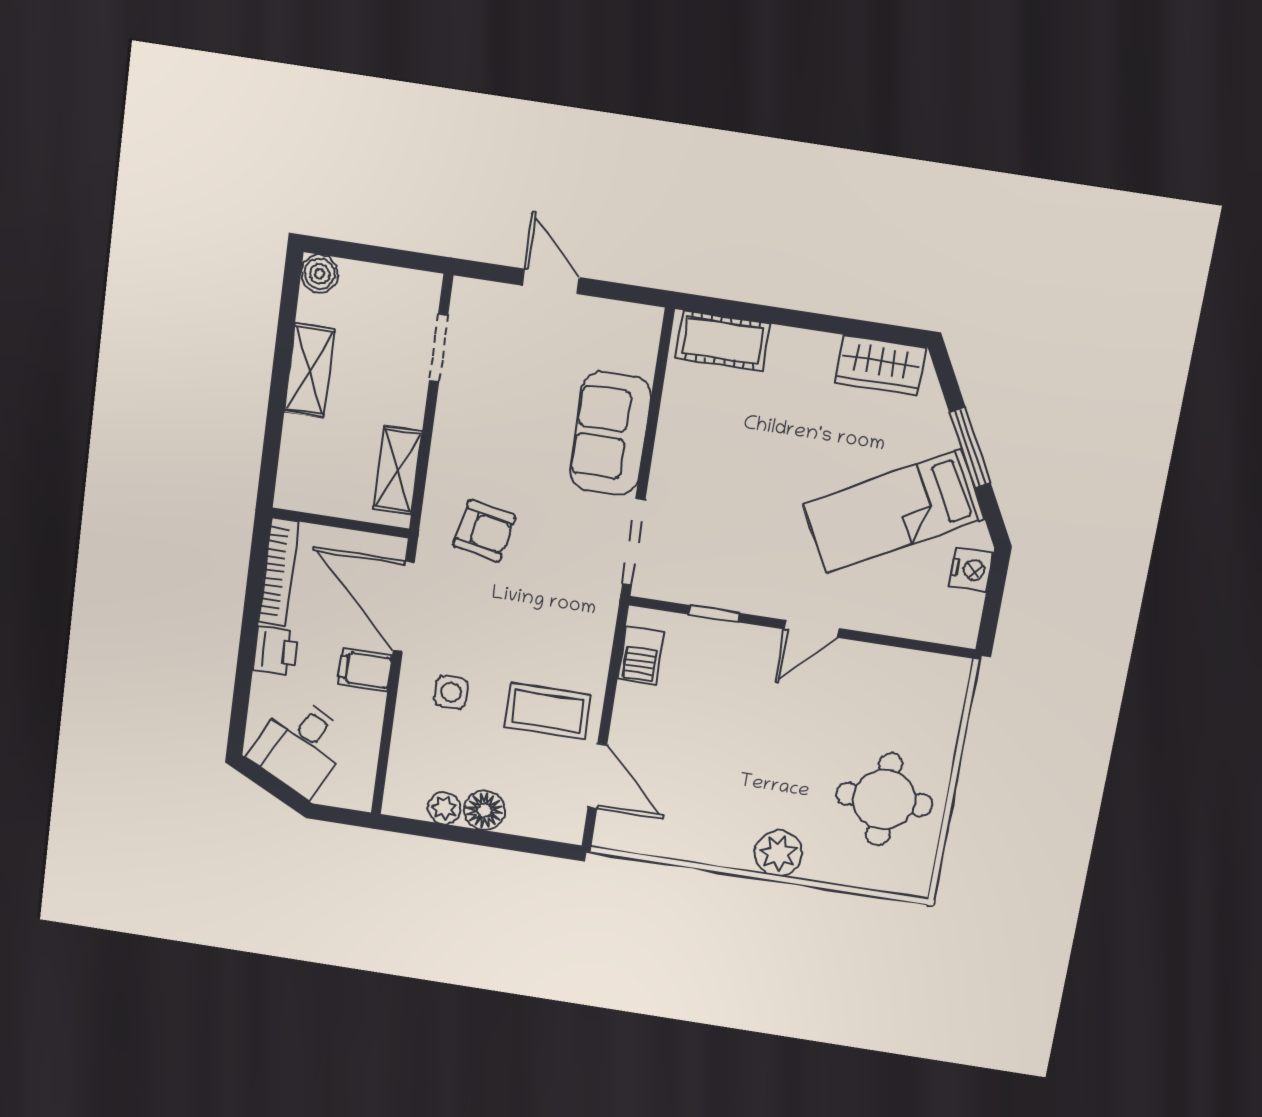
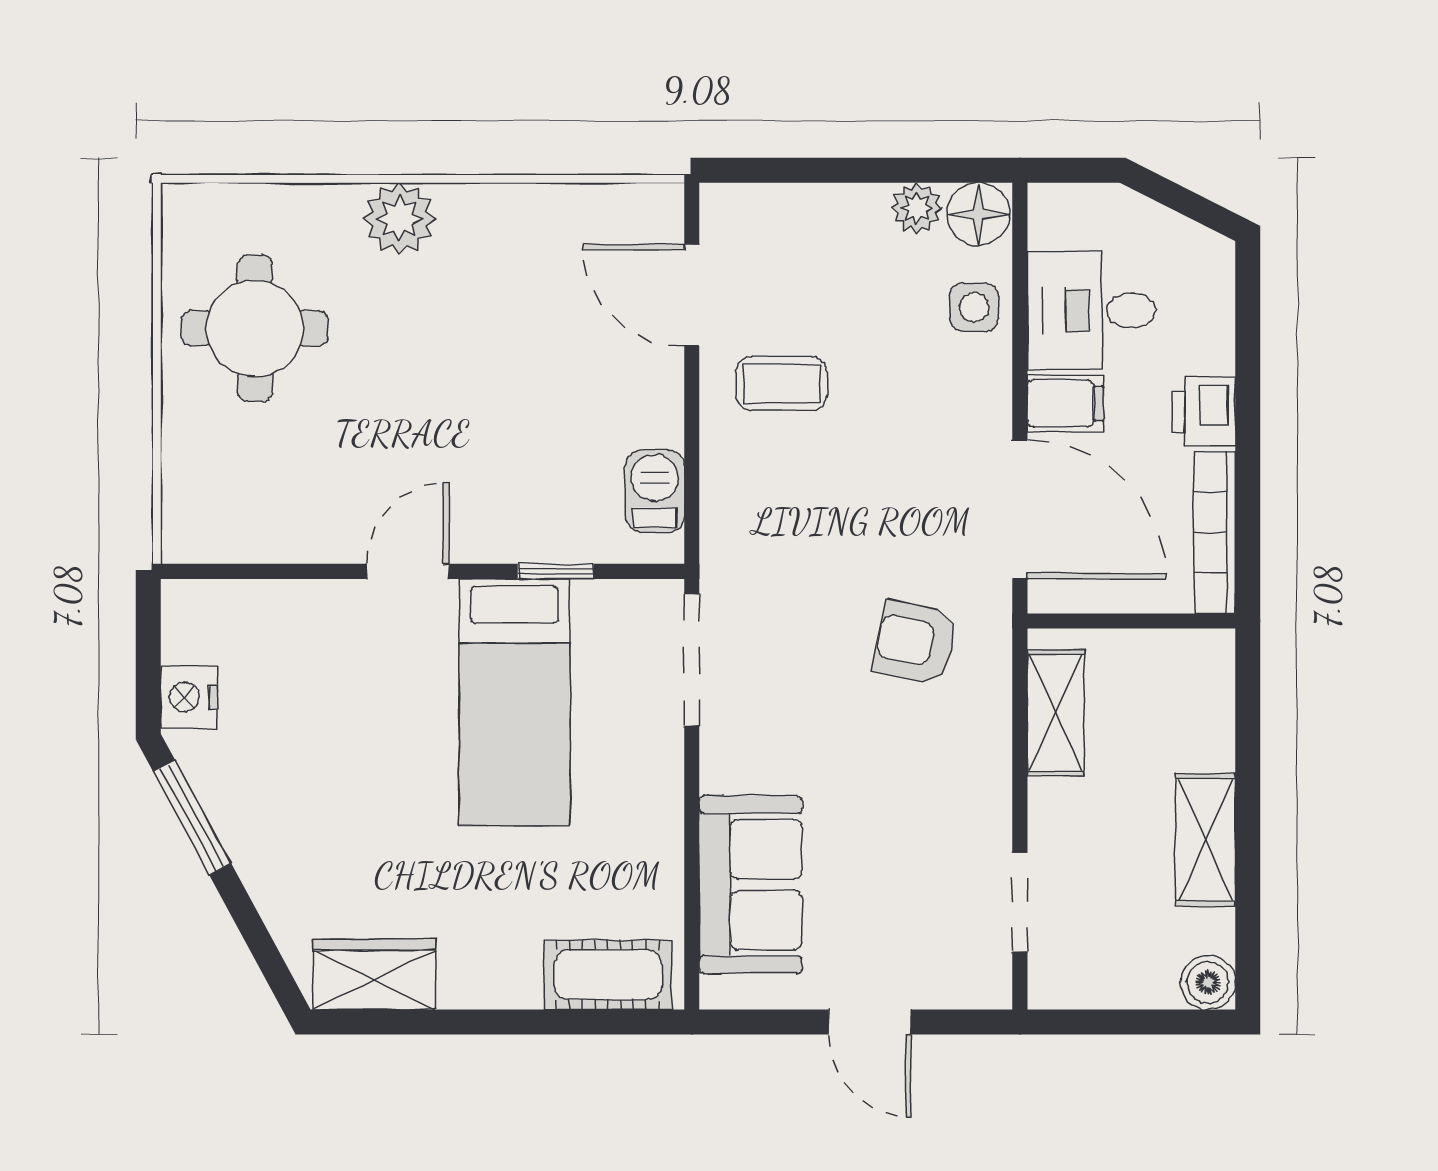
sofa: (610, 434) -> (751, 885), moved
window: (970, 448) -> (192, 818), moved
bed: (893, 511) -> (515, 702), moved, turned 118
side table: (451, 692) -> (974, 307), moved
coffee table: (548, 711) -> (782, 384), width x0.73, depth x0.77
desk: (300, 746) -> (1091, 310), moved, turned -117
floor lamp: (484, 810) -> (978, 214), moved

